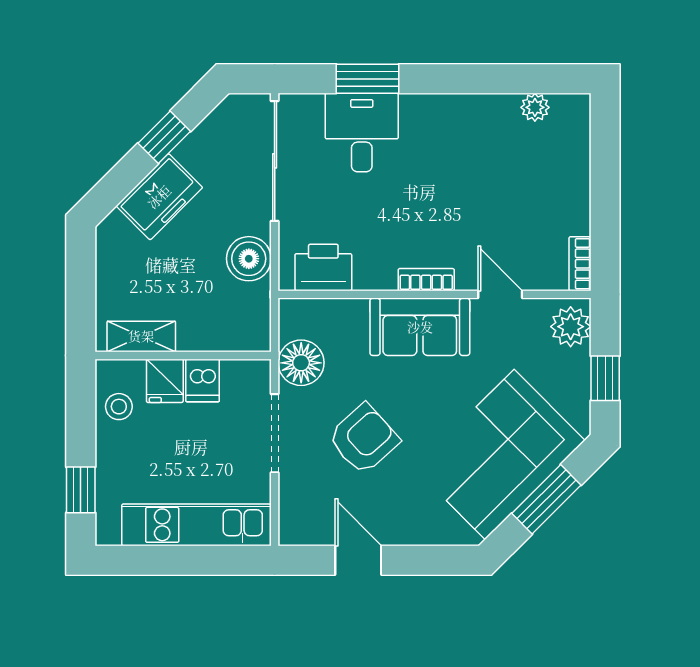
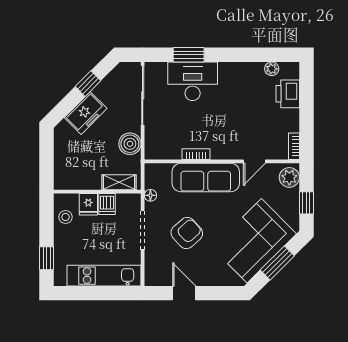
desk: (362, 133) -> (193, 81), width x1.37
printer: (323, 267) -> (288, 94), moved, turned -90
bookcase: (426, 280) -> (196, 154), moved
door: (500, 294) -> (254, 161), swing flipped
sofa: (420, 327) -> (206, 177), width x1.36
shelving: (141, 336) -> (119, 182), moved
floor lamp: (301, 363) -> (150, 195), width x0.53, depth x0.53

